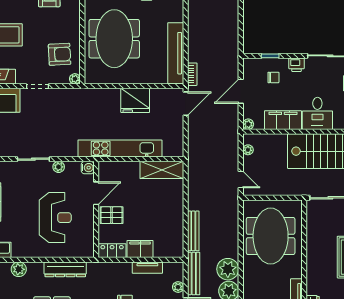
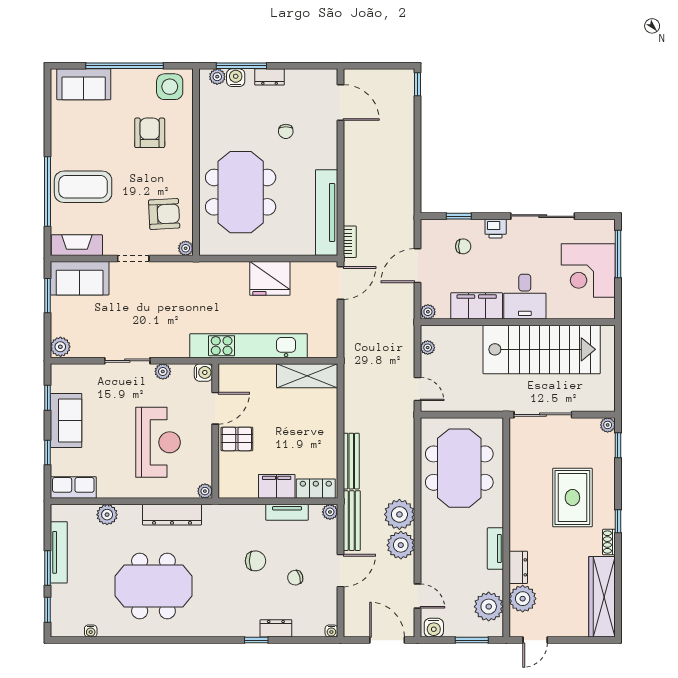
locker: (112, 251) -> (316, 489), moved
plant: (89, 252) -> (205, 491), added
plant: (178, 287) -> (330, 512), moved

